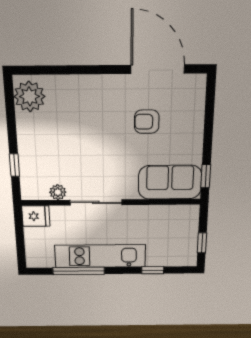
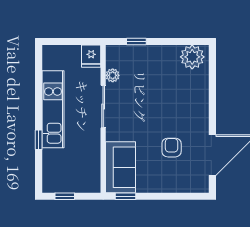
window: (153, 270) -> (39, 140), moved
window: (79, 271) -> (39, 90), removed

